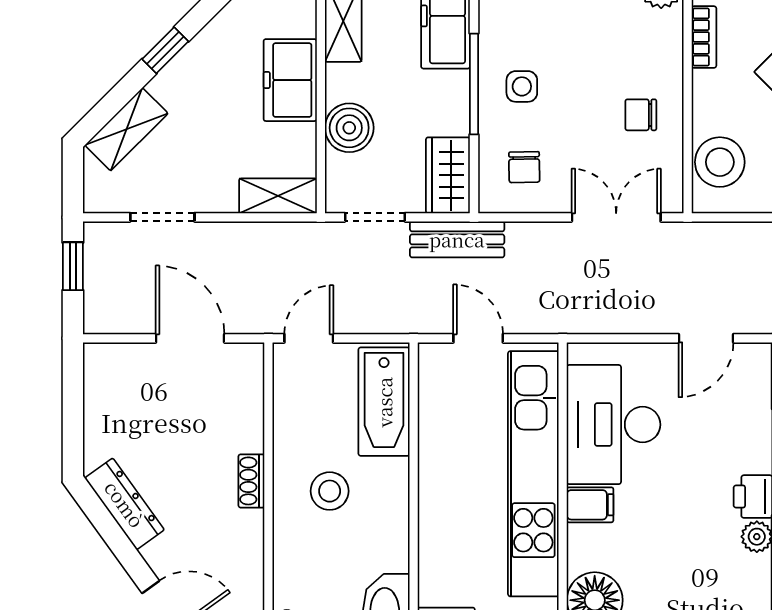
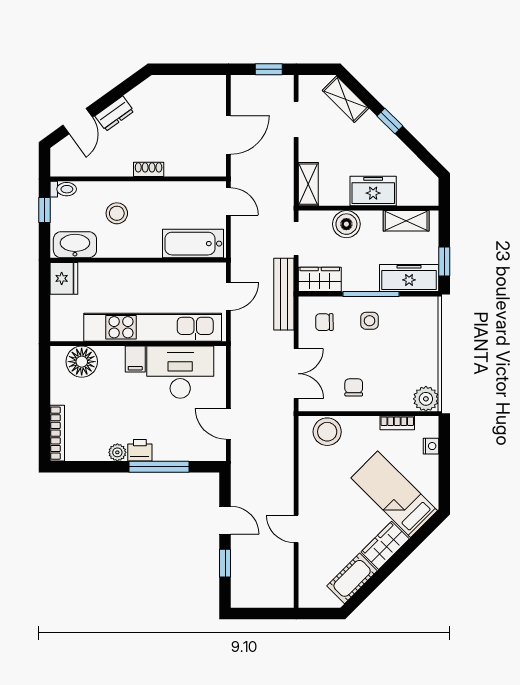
bench: (457, 239) -> (284, 294), width x1.36
stool: (330, 491) -> (117, 213), moved
dresser: (125, 504) -> (114, 114), moved, width x0.70

